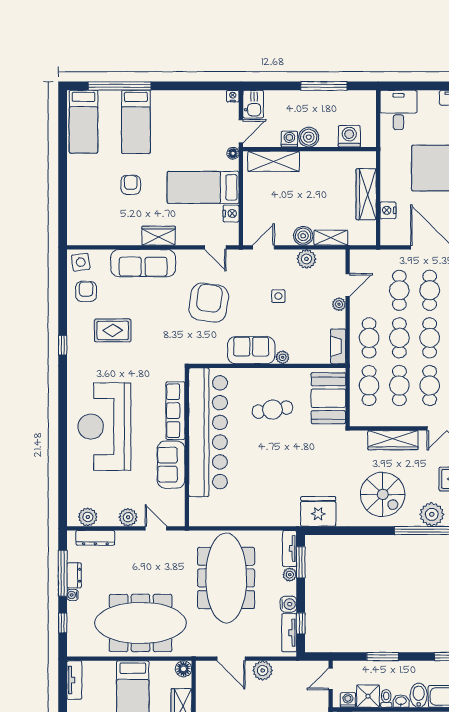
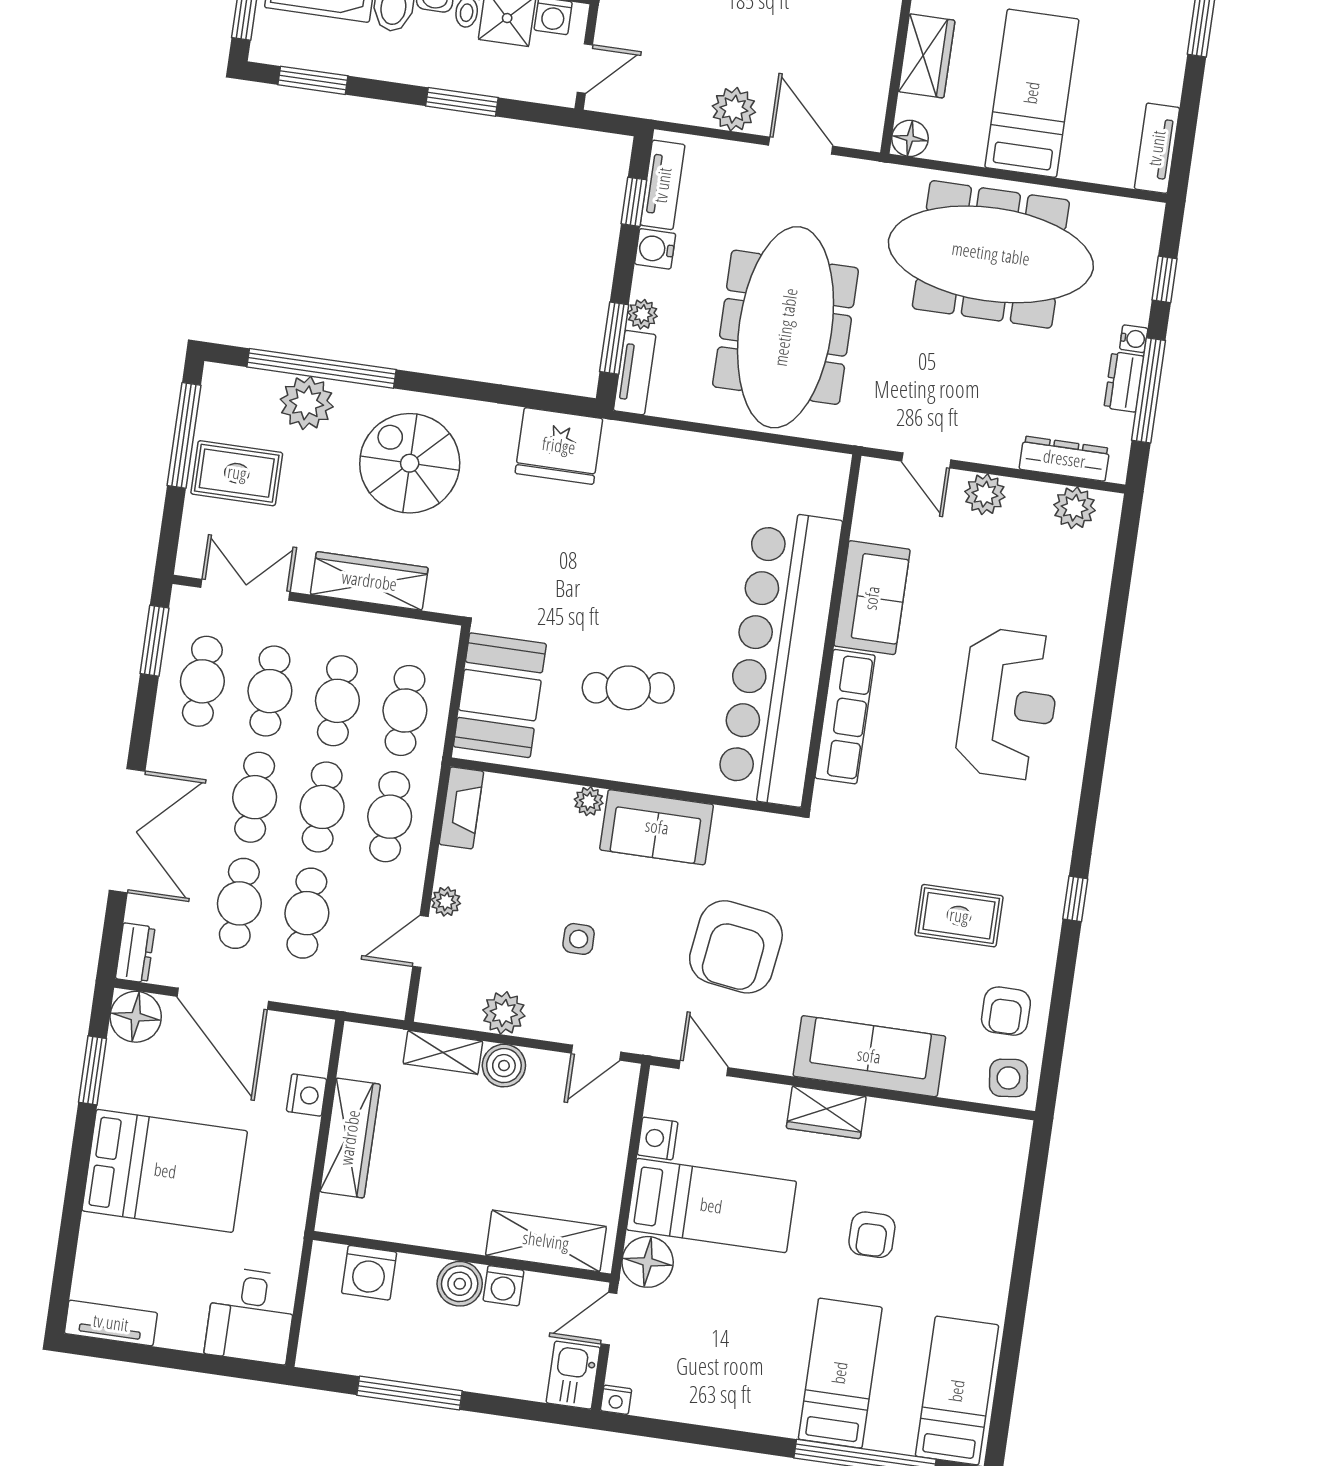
floor lamp: (233, 153) -> (648, 1262), width x1.89, depth x1.89
reception desk: (104, 427) -> (1008, 704), width x0.74, depth x0.77

